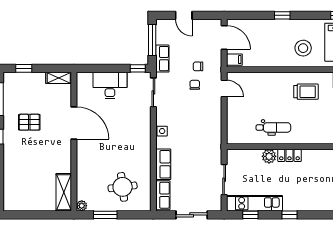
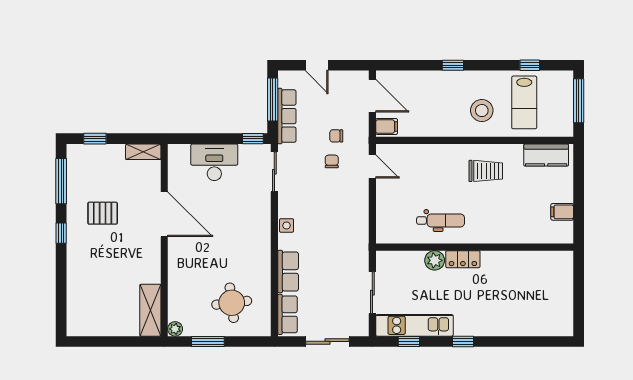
row of seats: (162, 59) -> (287, 116), width x1.48

